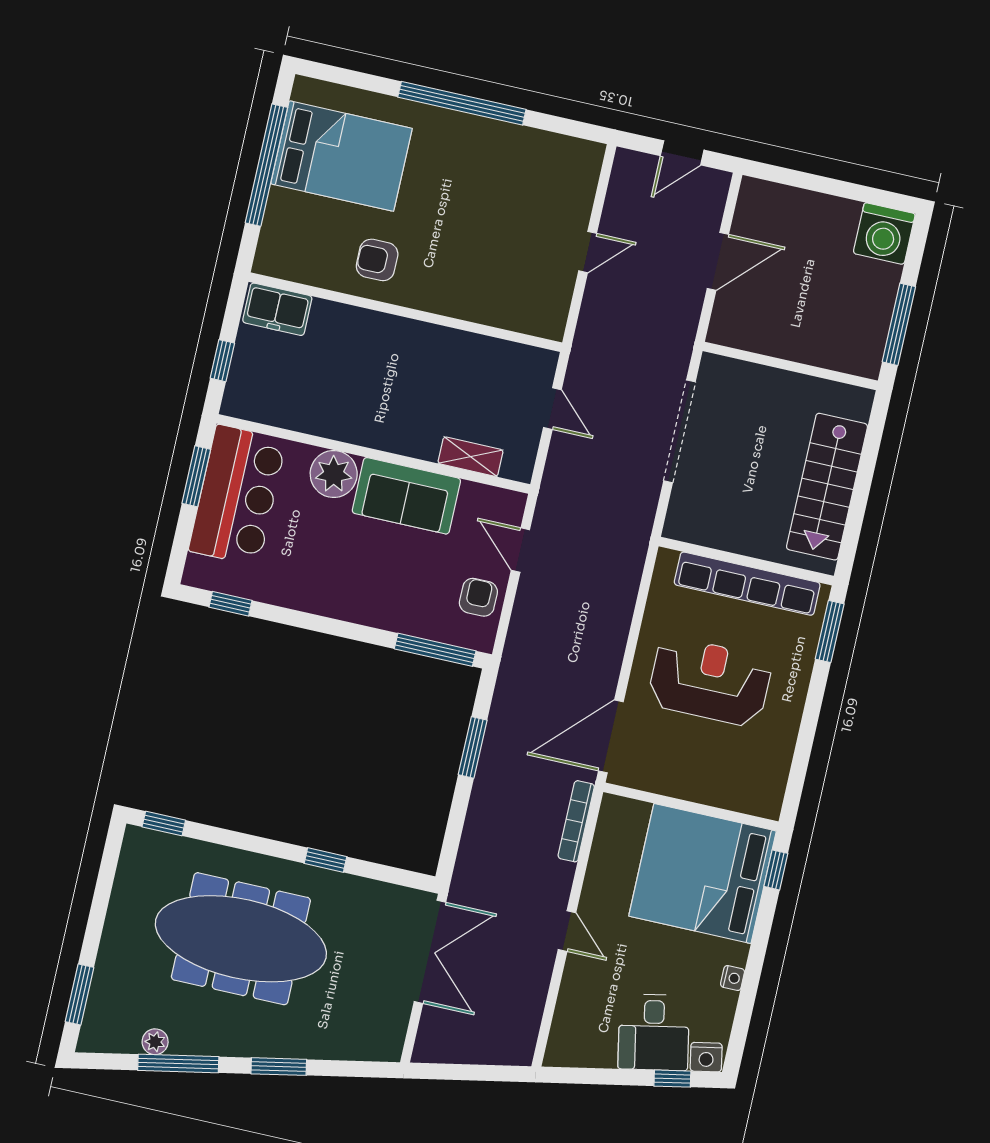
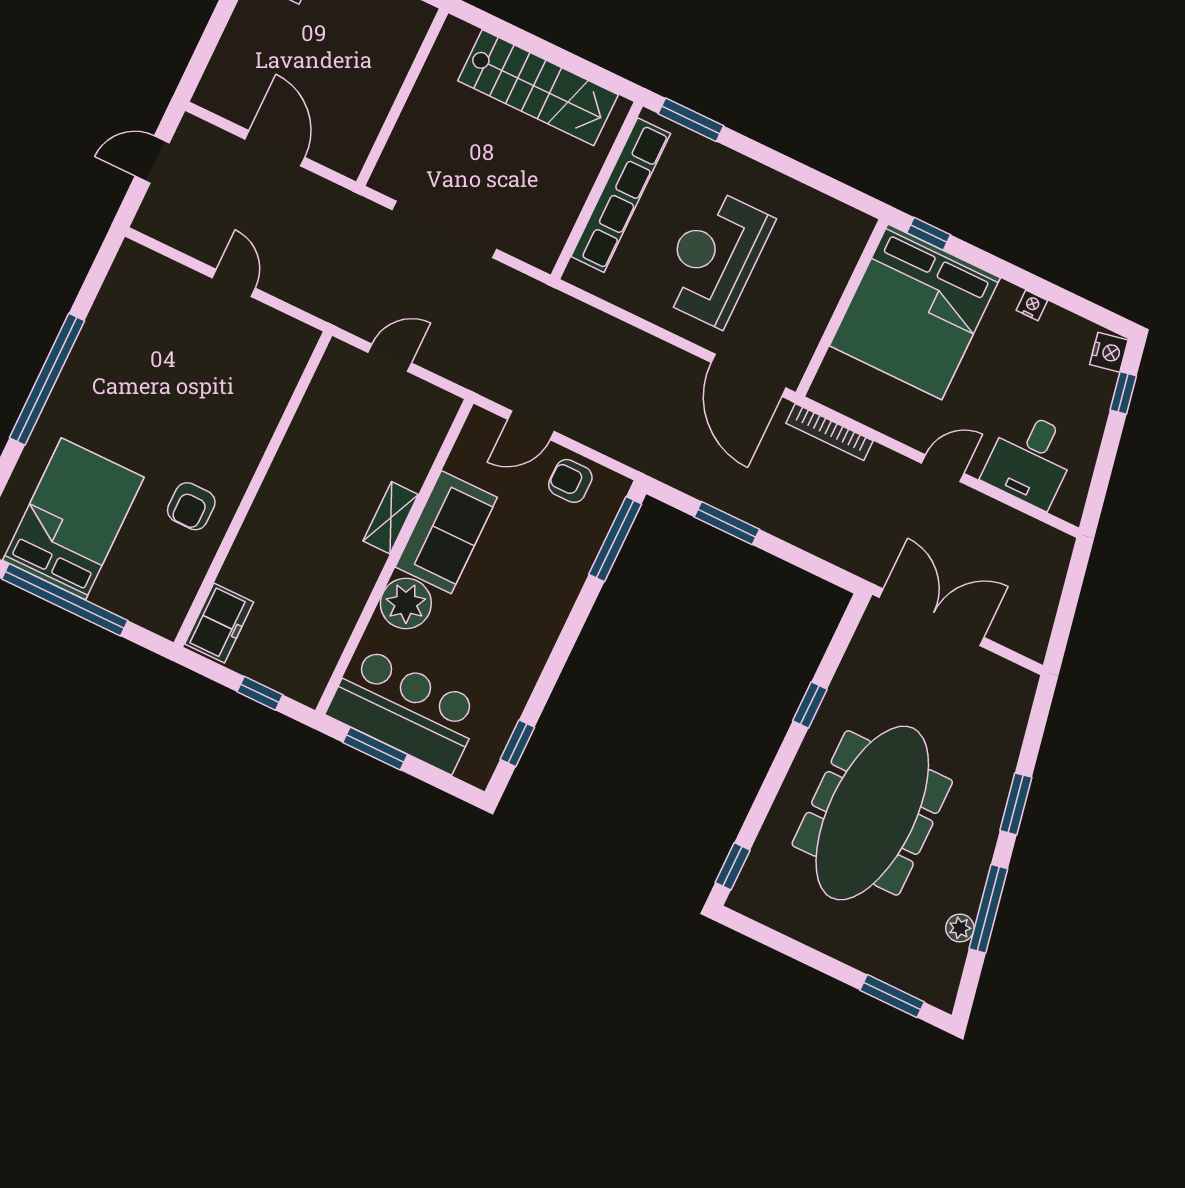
door: (682, 153) -> (152, 160), swing flipped
shelving: (471, 457) -> (391, 518), moved
desk: (654, 1032) -> (1030, 459), moved, turned 101

